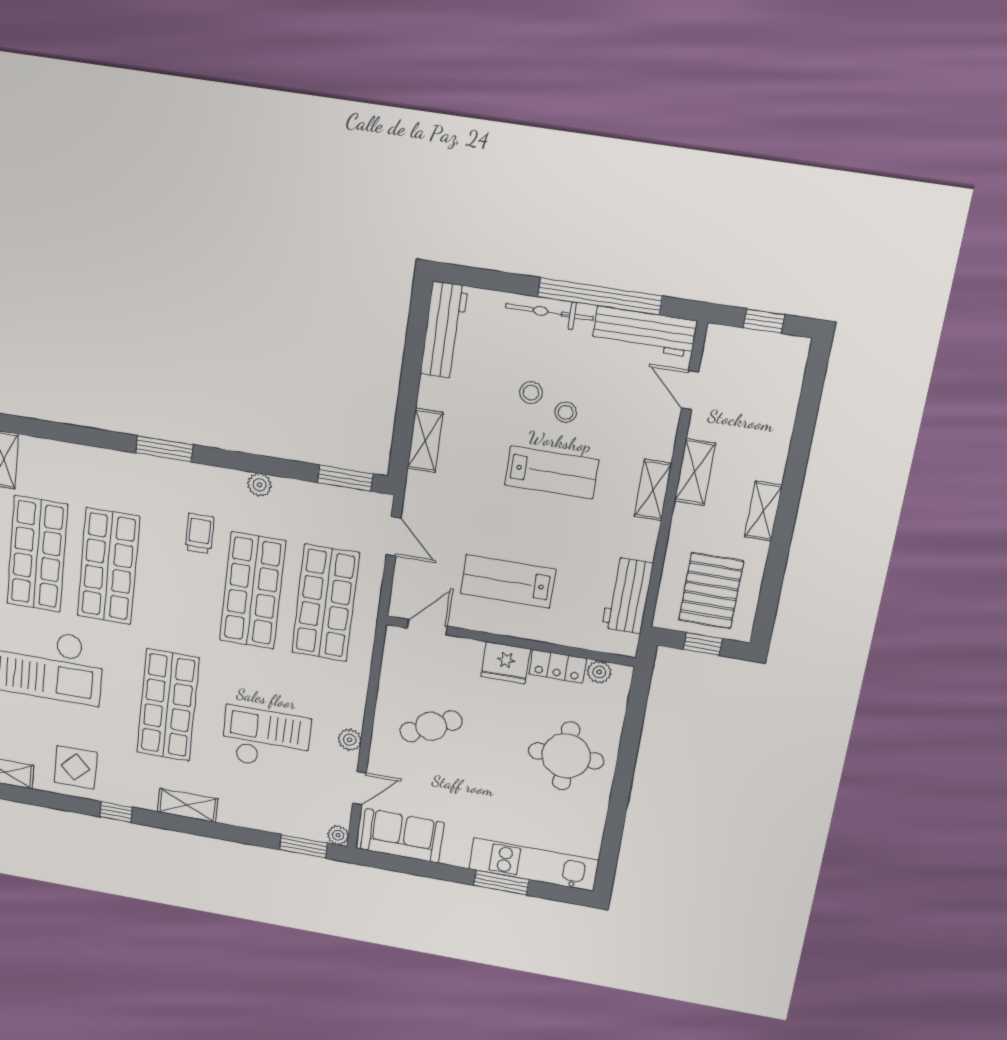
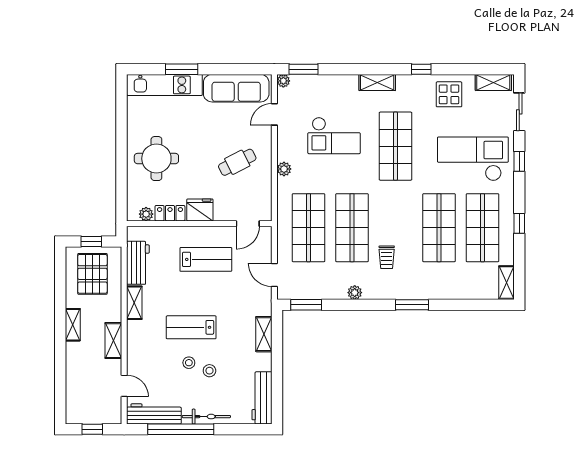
shelving: (653, 490) -> (134, 303), moved
plant: (350, 740) -> (284, 169), moved
sofa: (402, 836) -> (236, 88), width x1.36

